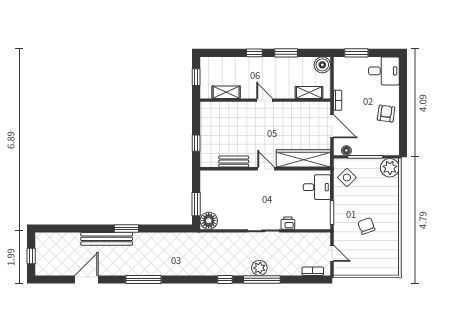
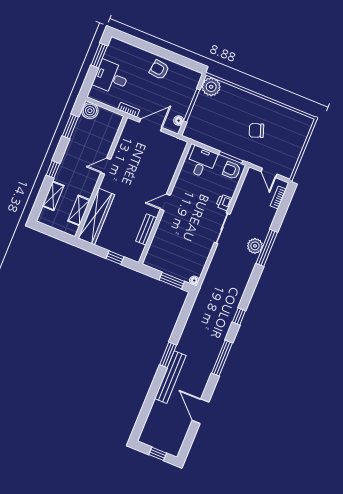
window: (286, 53) -> (70, 126), moved
window: (356, 53) -> (99, 56), moved
desk: (384, 71) -> (111, 77), moved, turned -90
window: (196, 77) -> (54, 233), removed
shelving: (309, 92) -> (53, 196), moved
door: (265, 100) -> (106, 166), moved
wardrobe: (303, 158) -> (96, 216), moved, turned 180
side table: (347, 177) -> (204, 130), removed
armchair: (320, 218) -> (232, 170), added
floor lamp: (209, 221) -> (194, 280), width x0.53, depth x0.53
door: (332, 253) -> (269, 173), swing flipped
window: (225, 279) -> (239, 316), moved

